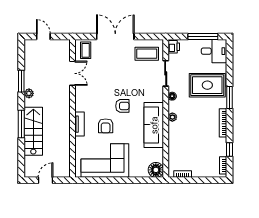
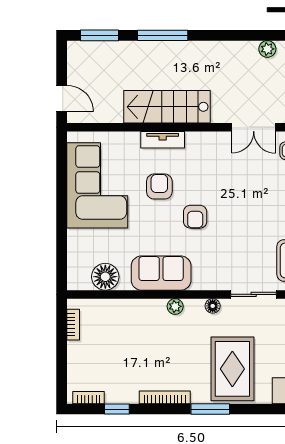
window: (21, 81) -> (100, 35), moved
plant: (29, 93) -> (267, 49), moved
sofa: (154, 125) -> (161, 273), width x0.73
armchair: (106, 126) -> (159, 187), turned 90
stairs: (33, 131) -> (167, 107), moved, turned 180
floor lamp: (156, 170) -> (105, 277), moved
door: (46, 180) -> (62, 98), moved

